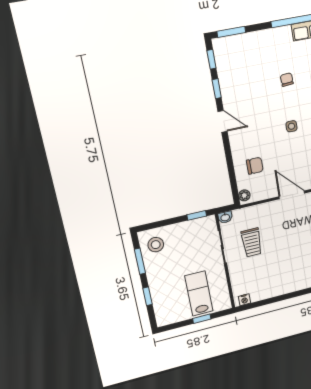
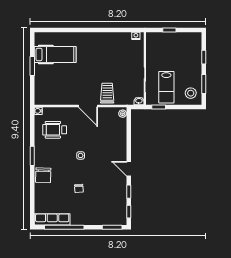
chair: (255, 166) -> (112, 133), removed
trolley: (252, 242) -> (107, 93), moved
lab bench: (199, 294) -> (166, 87), moved

